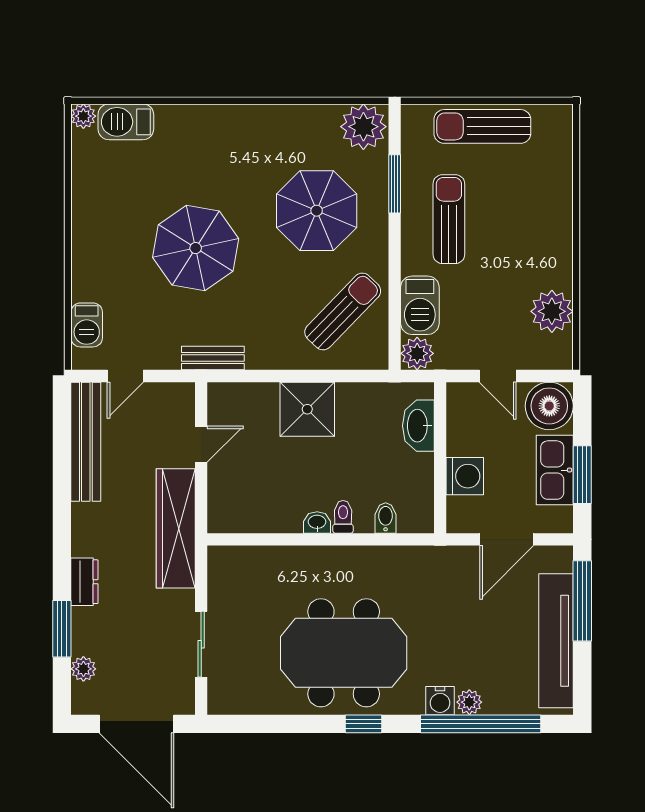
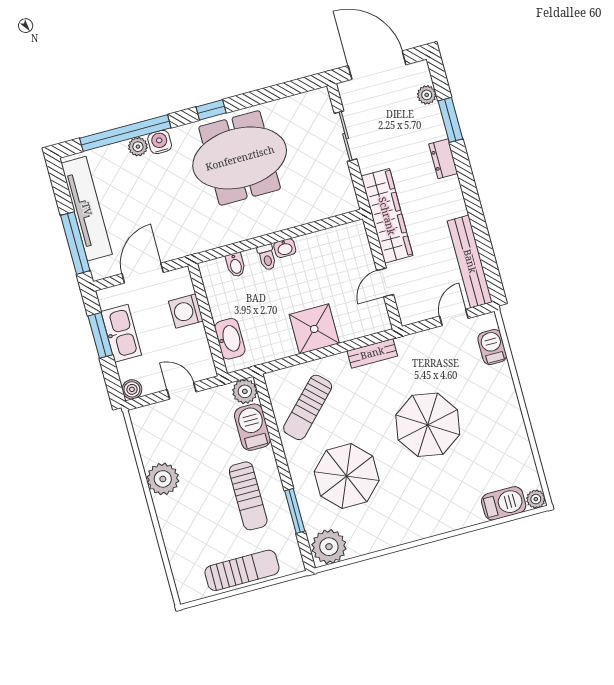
plant: (552, 311) -> (163, 479), moved
bench: (213, 358) -> (372, 353), moved
boiler: (549, 406) -> (132, 389), width x0.54, depth x0.54

